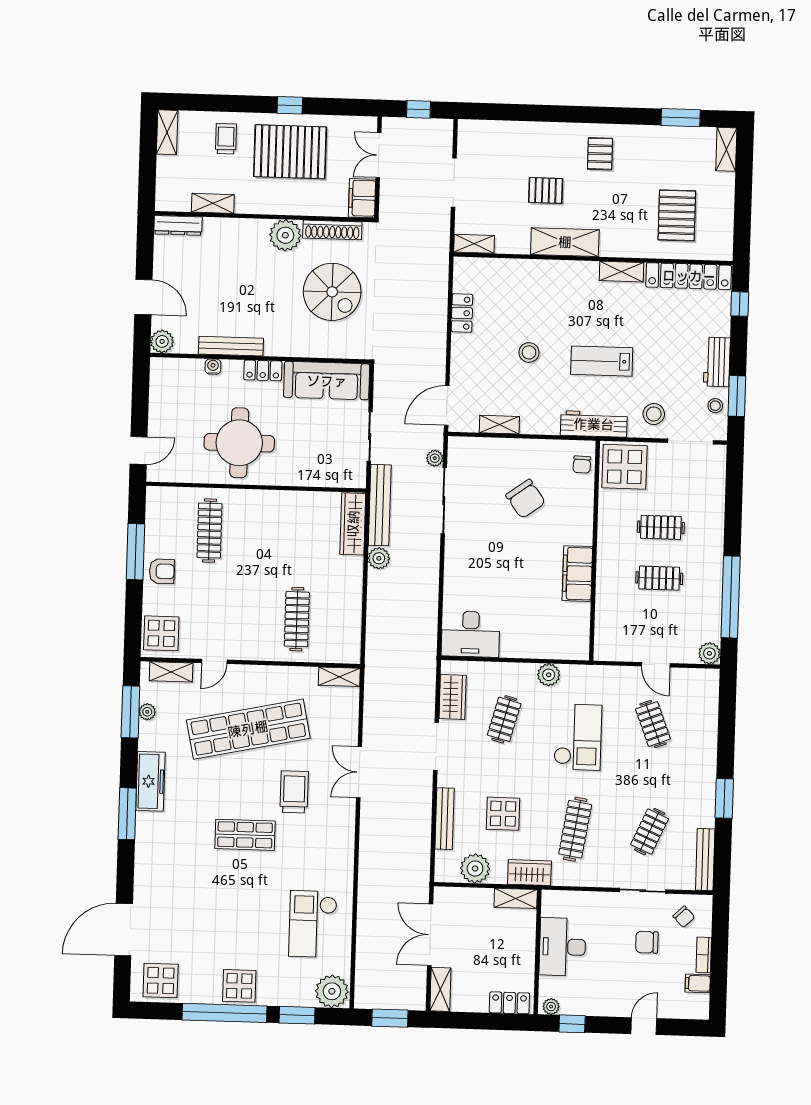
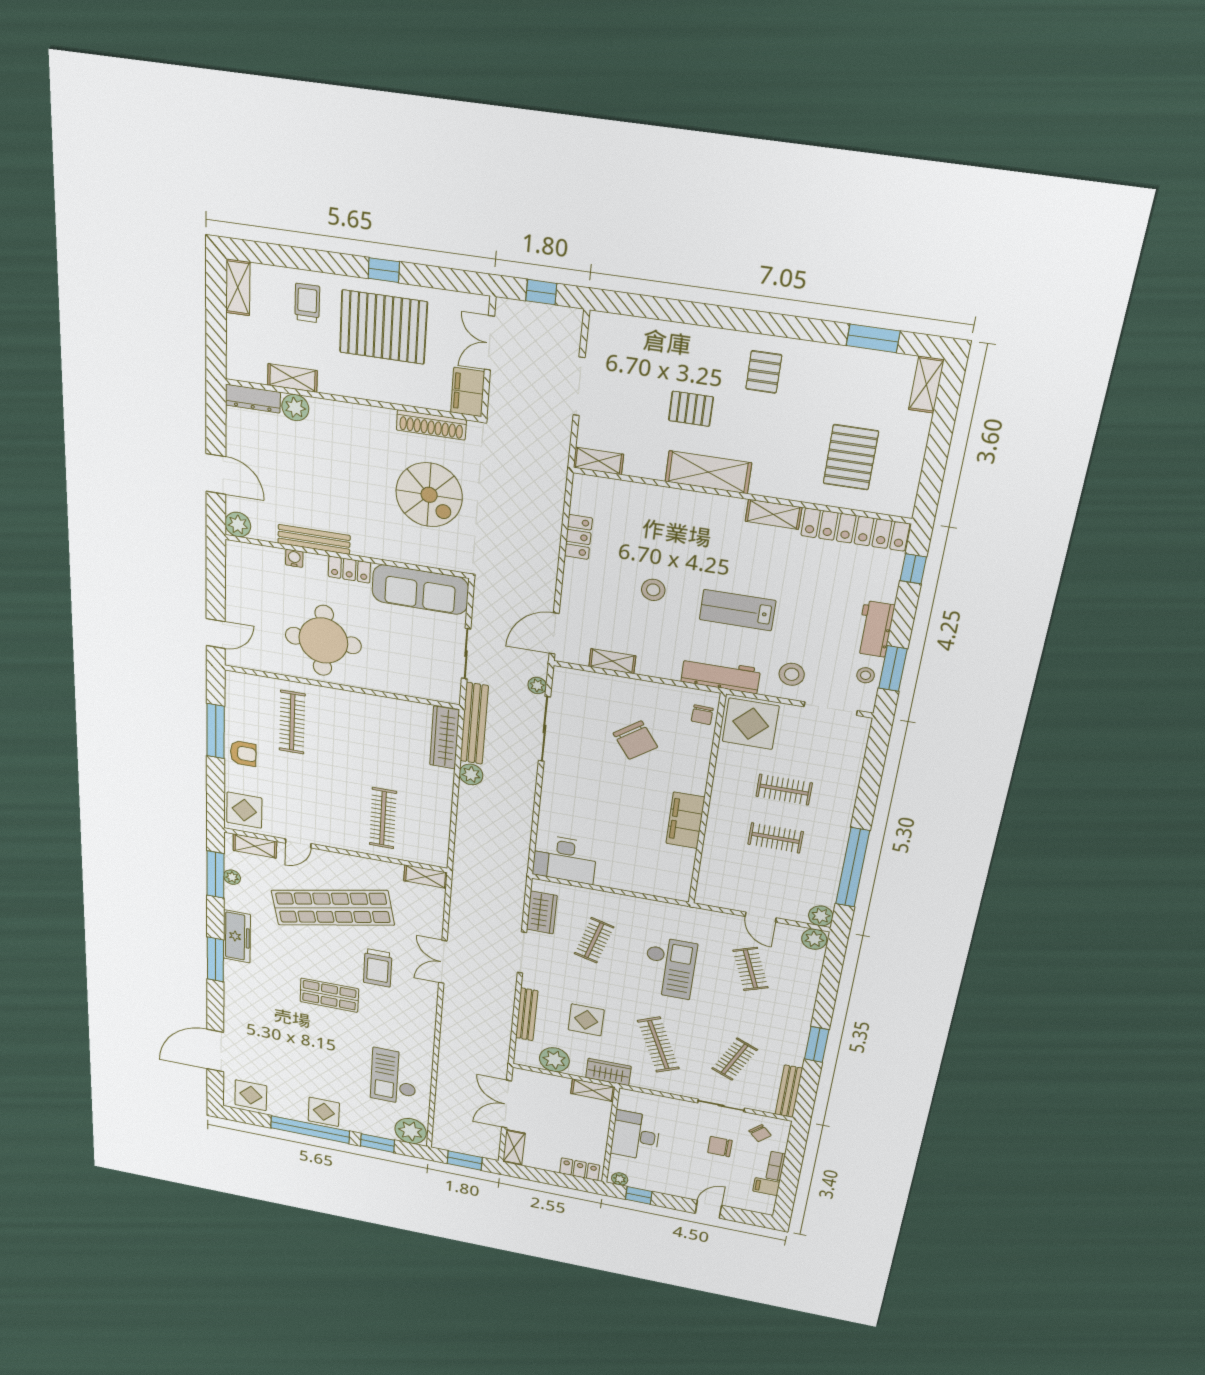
plant: (285, 235) -> (295, 408), moved, width x0.73, depth x0.73
plant: (549, 675) -> (814, 939), moved
trolley: (294, 792) -> (378, 968), turned 180
clothes rail: (575, 829) -> (658, 1045), turned -33

